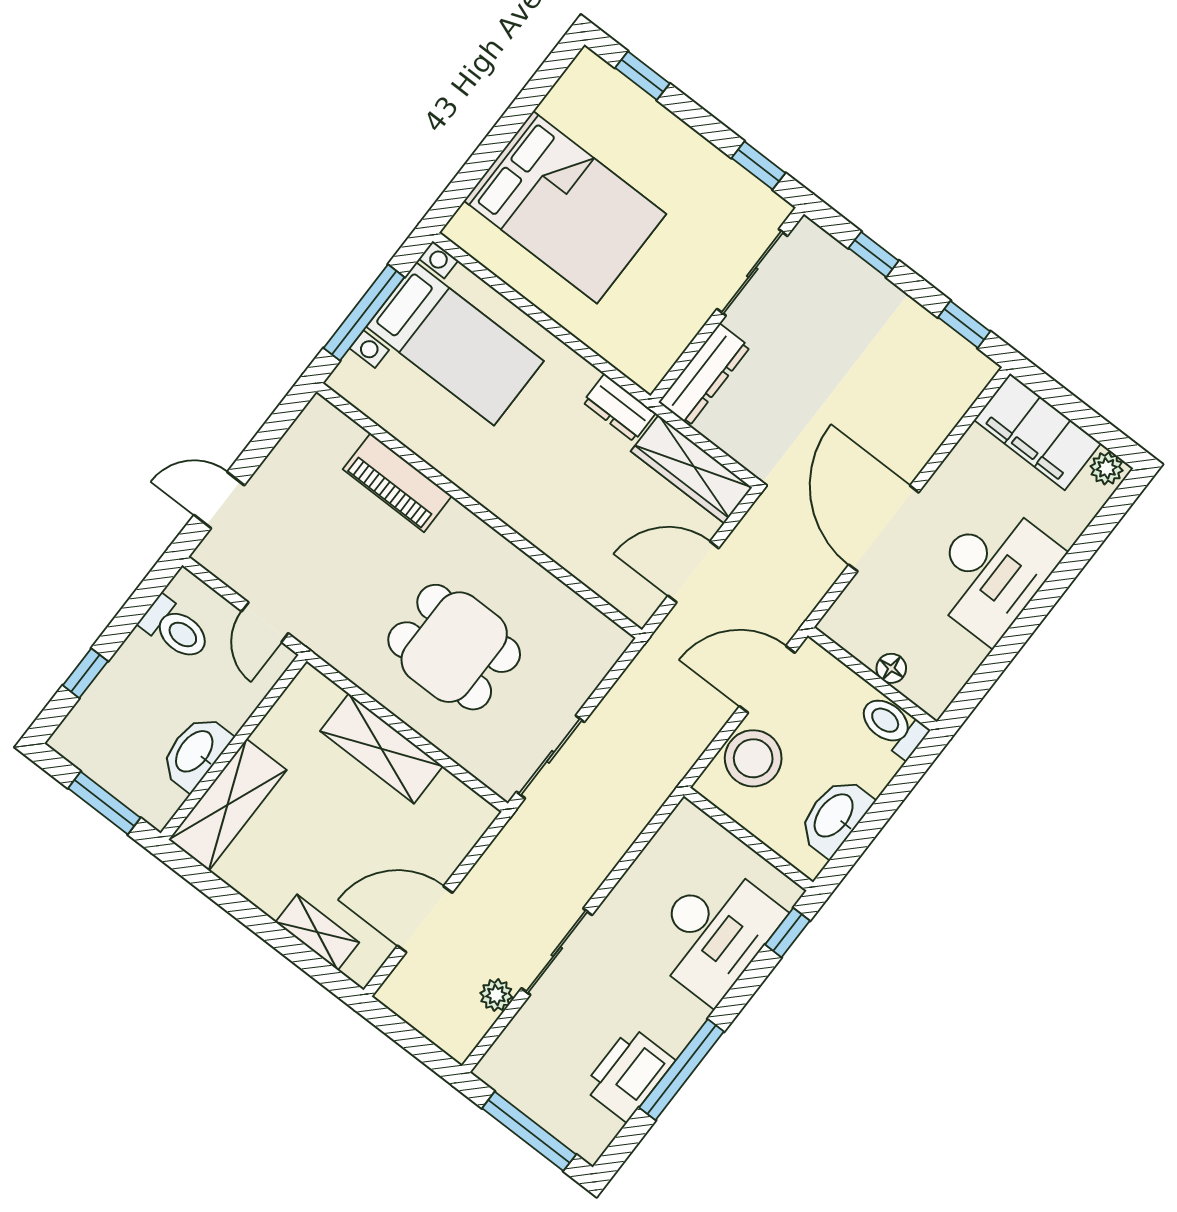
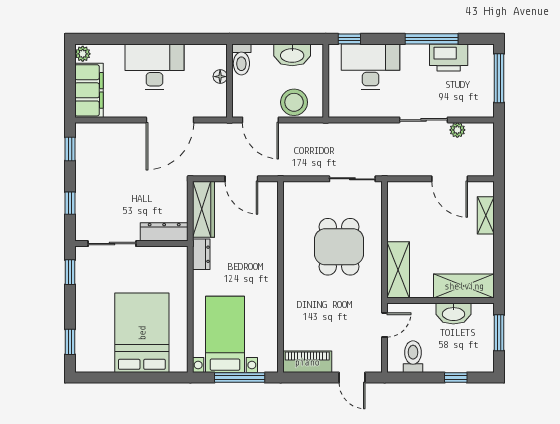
piano: (397, 483) -> (307, 362), moved, turned -90
shelving: (381, 749) -> (398, 270), moved

